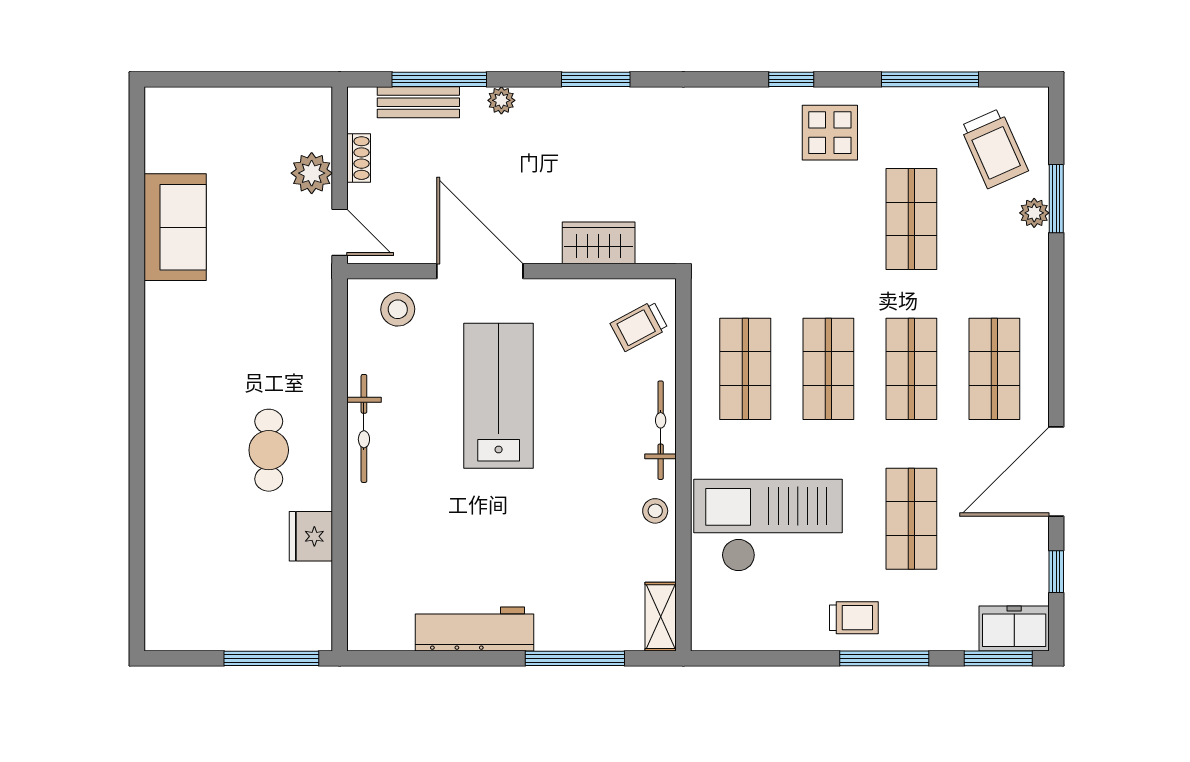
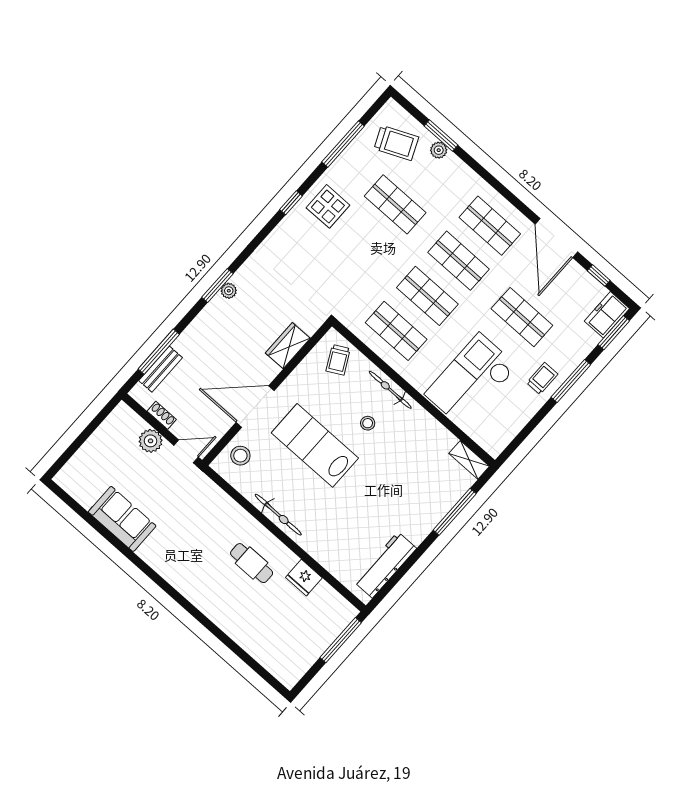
plant: (501, 100) -> (229, 291), moved
stool: (655, 511) -> (368, 423), moved
workbench: (475, 629) -> (385, 565), moved

